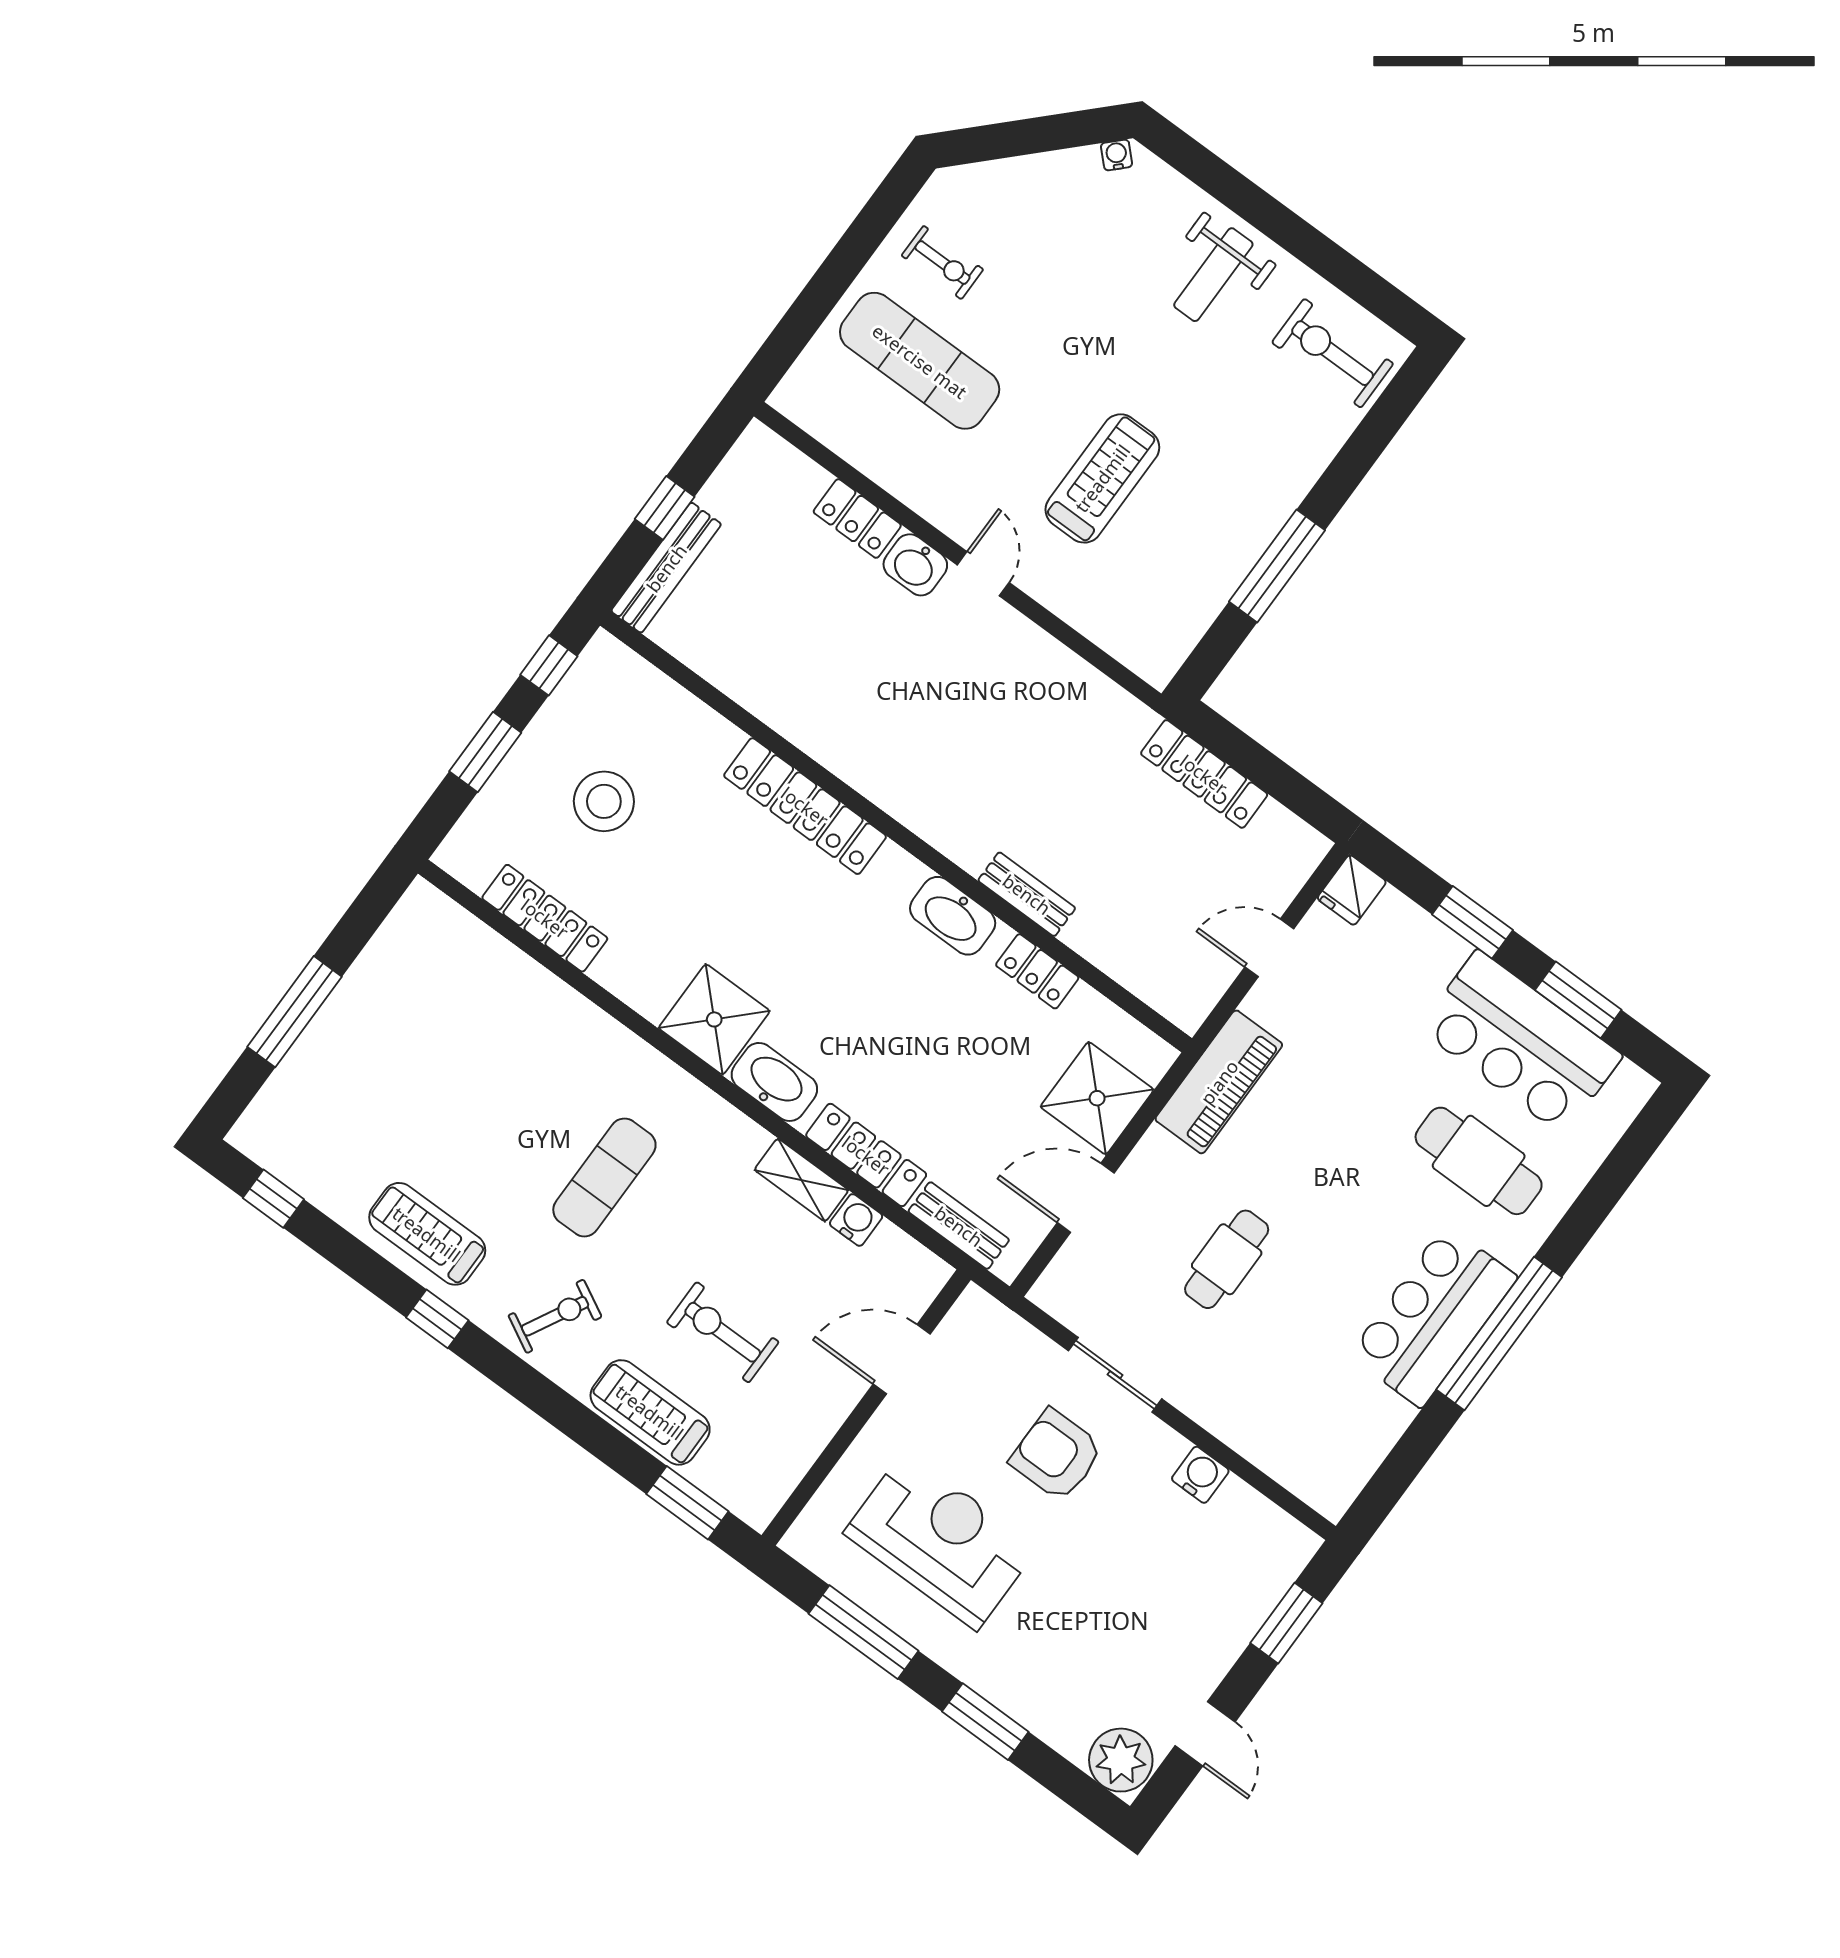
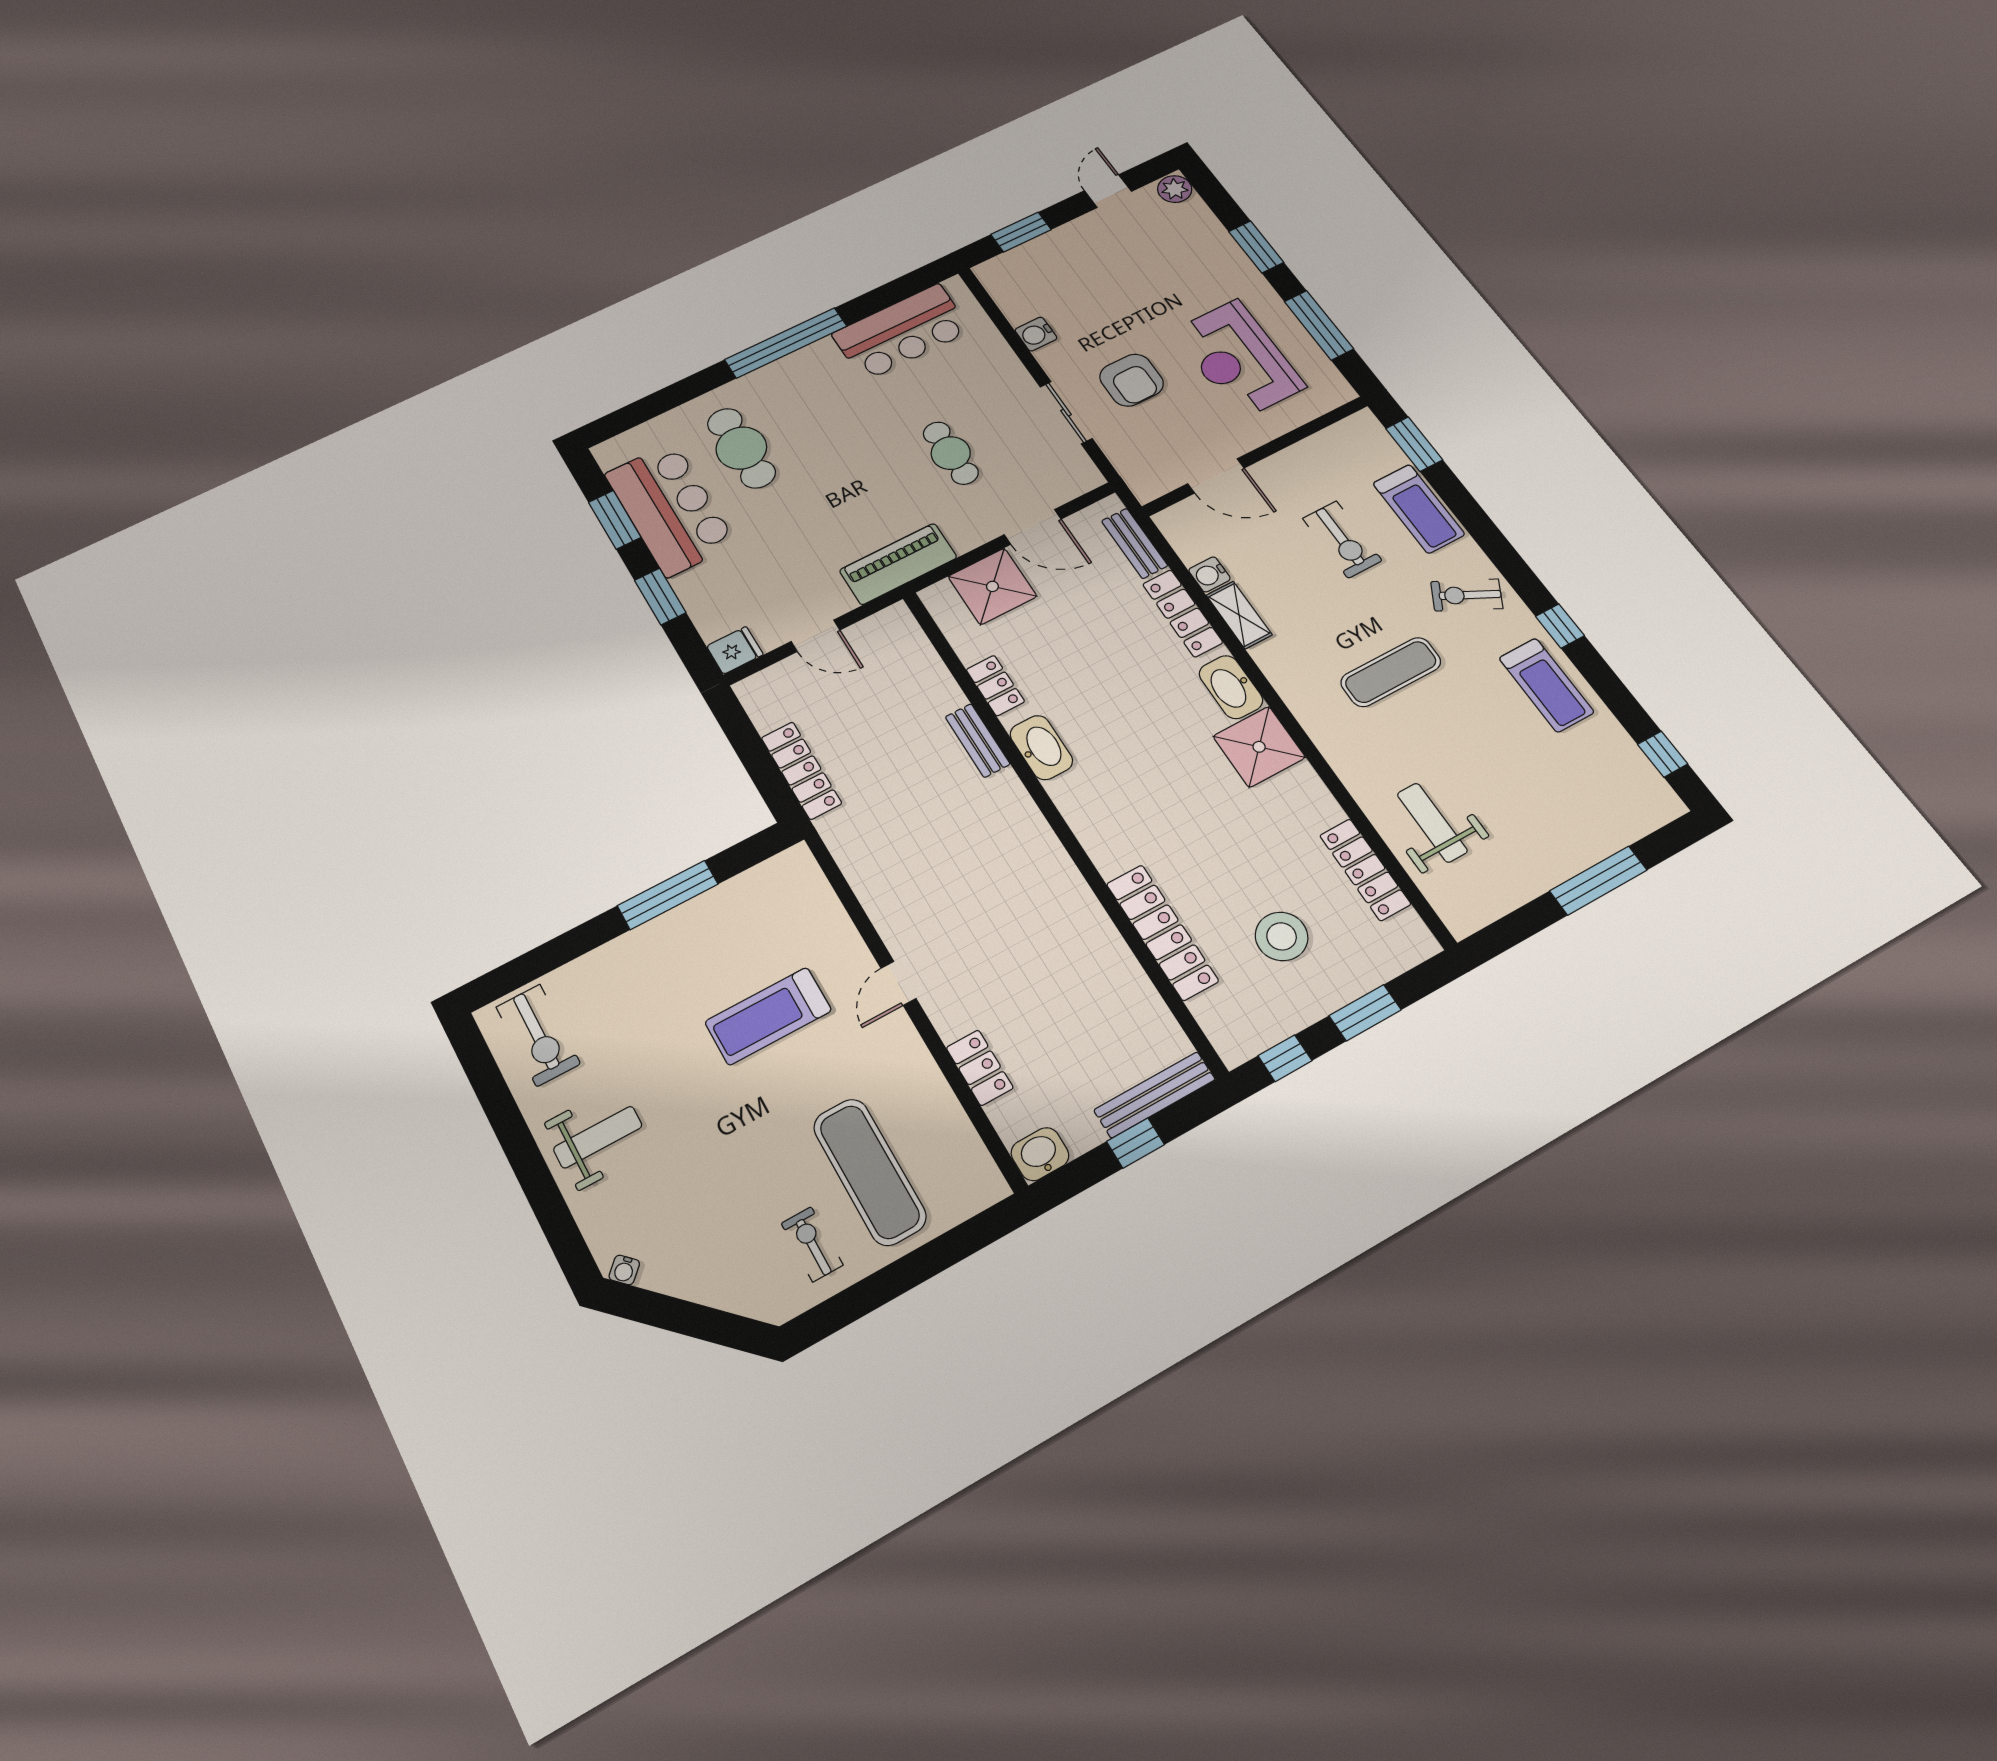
washbasin: (915, 565) -> (1040, 1154), moved, turned -90
locker: (805, 806) -> (1162, 932), moved
weight bench: (493, 1006) -> (1432, 823), added
cafe table: (1227, 1259) -> (951, 453), turned 90
bar counter: (1433, 1316) -> (902, 332), moved
plant: (1121, 1760) -> (1175, 189), width x0.73, depth x0.73

